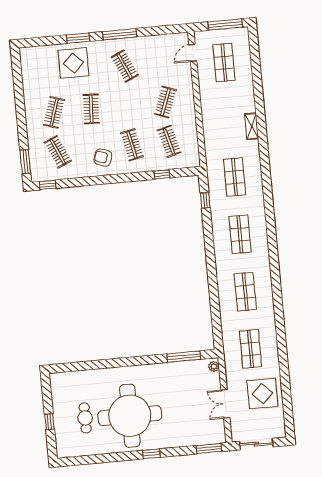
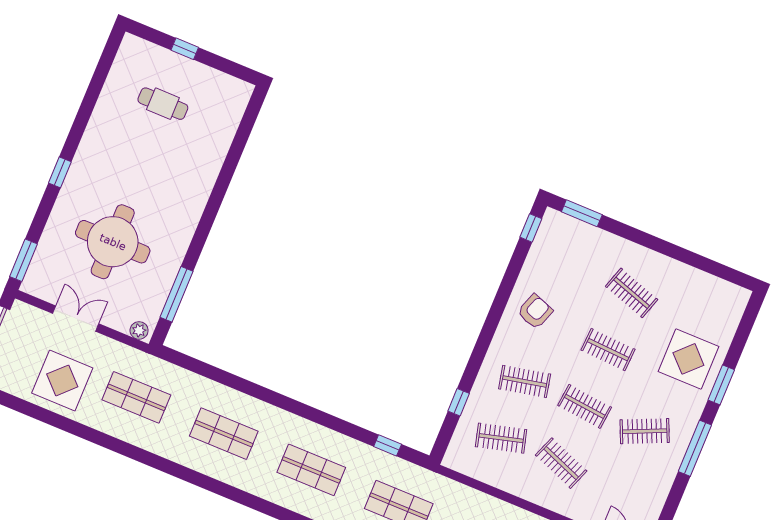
clothes rail: (58, 152) -> (585, 406), moved, turned 30
armchair: (103, 158) -> (535, 312), moved
round table: (130, 416) -> (113, 242), moved, width x0.73, depth x0.73

